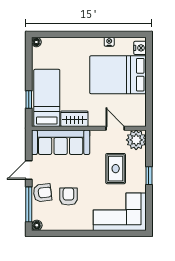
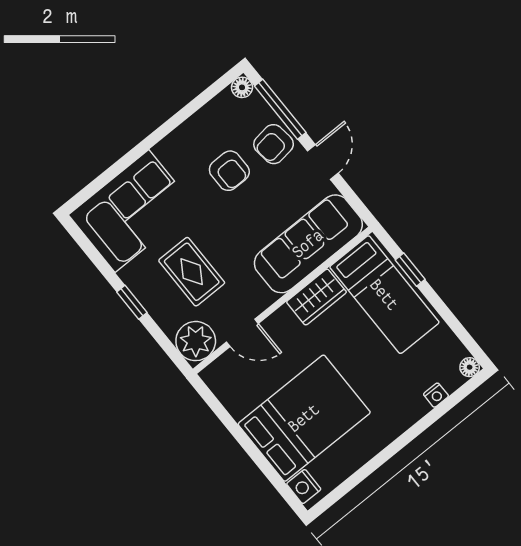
nightstand: (109, 42) -> (436, 395), moved

